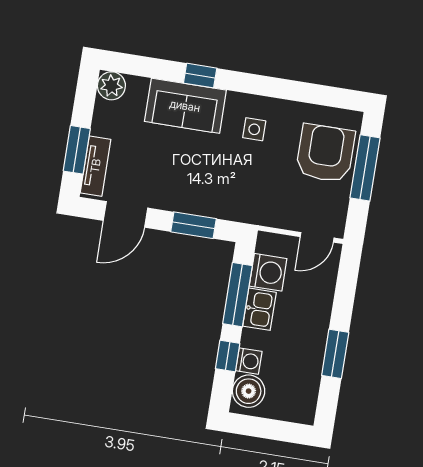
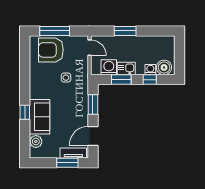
plant: (111, 86) -> (36, 142), moved
side table: (254, 129) -> (66, 78), moved
door: (126, 214) -> (93, 136), swing flipped
window: (237, 295) -> (121, 80), width x0.69
window: (335, 354) -> (125, 31), moved

